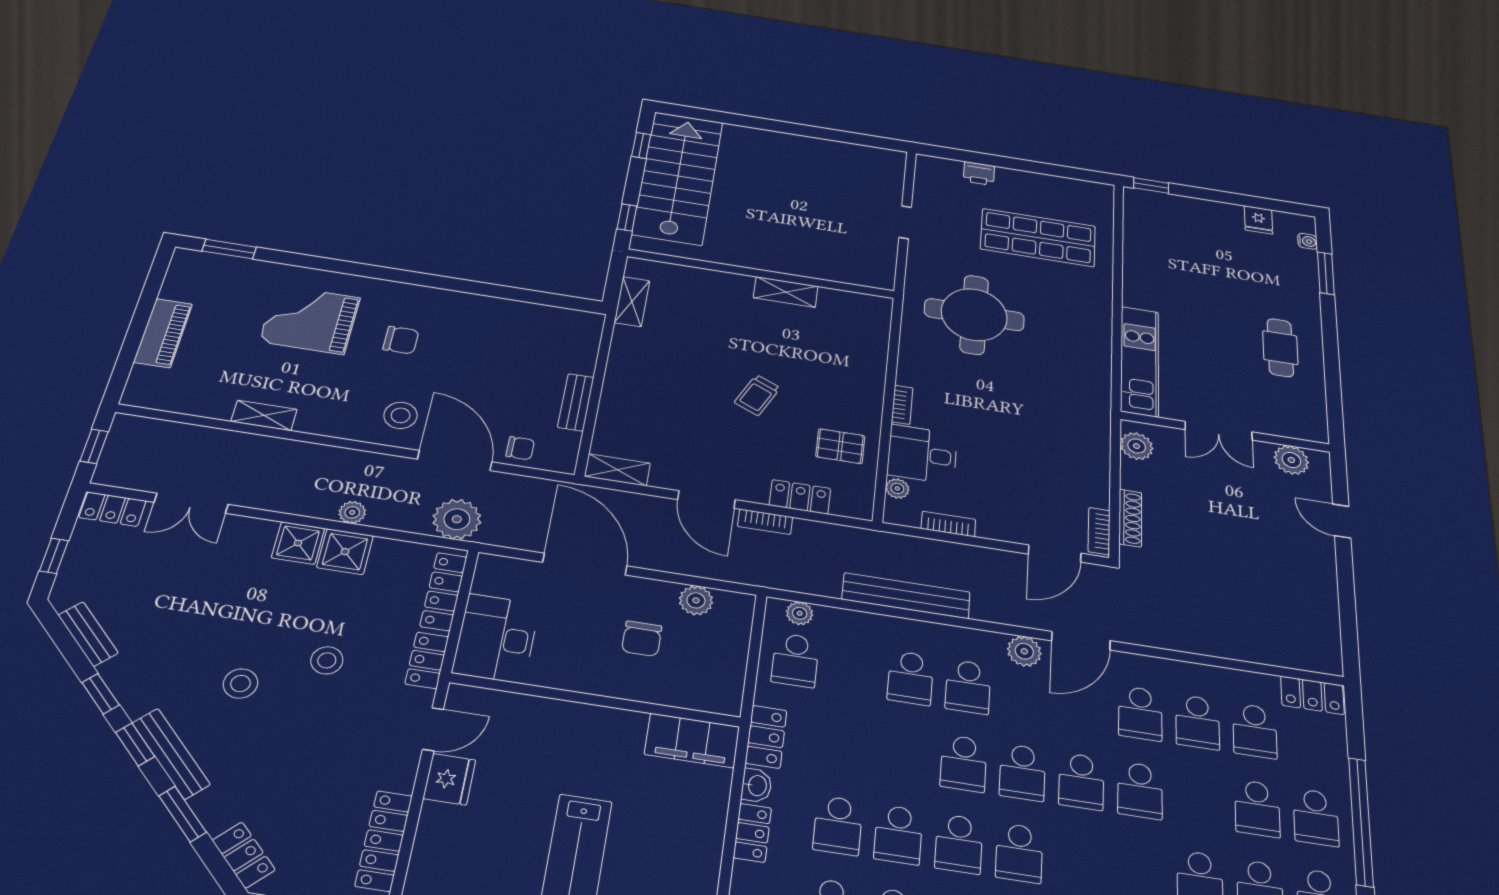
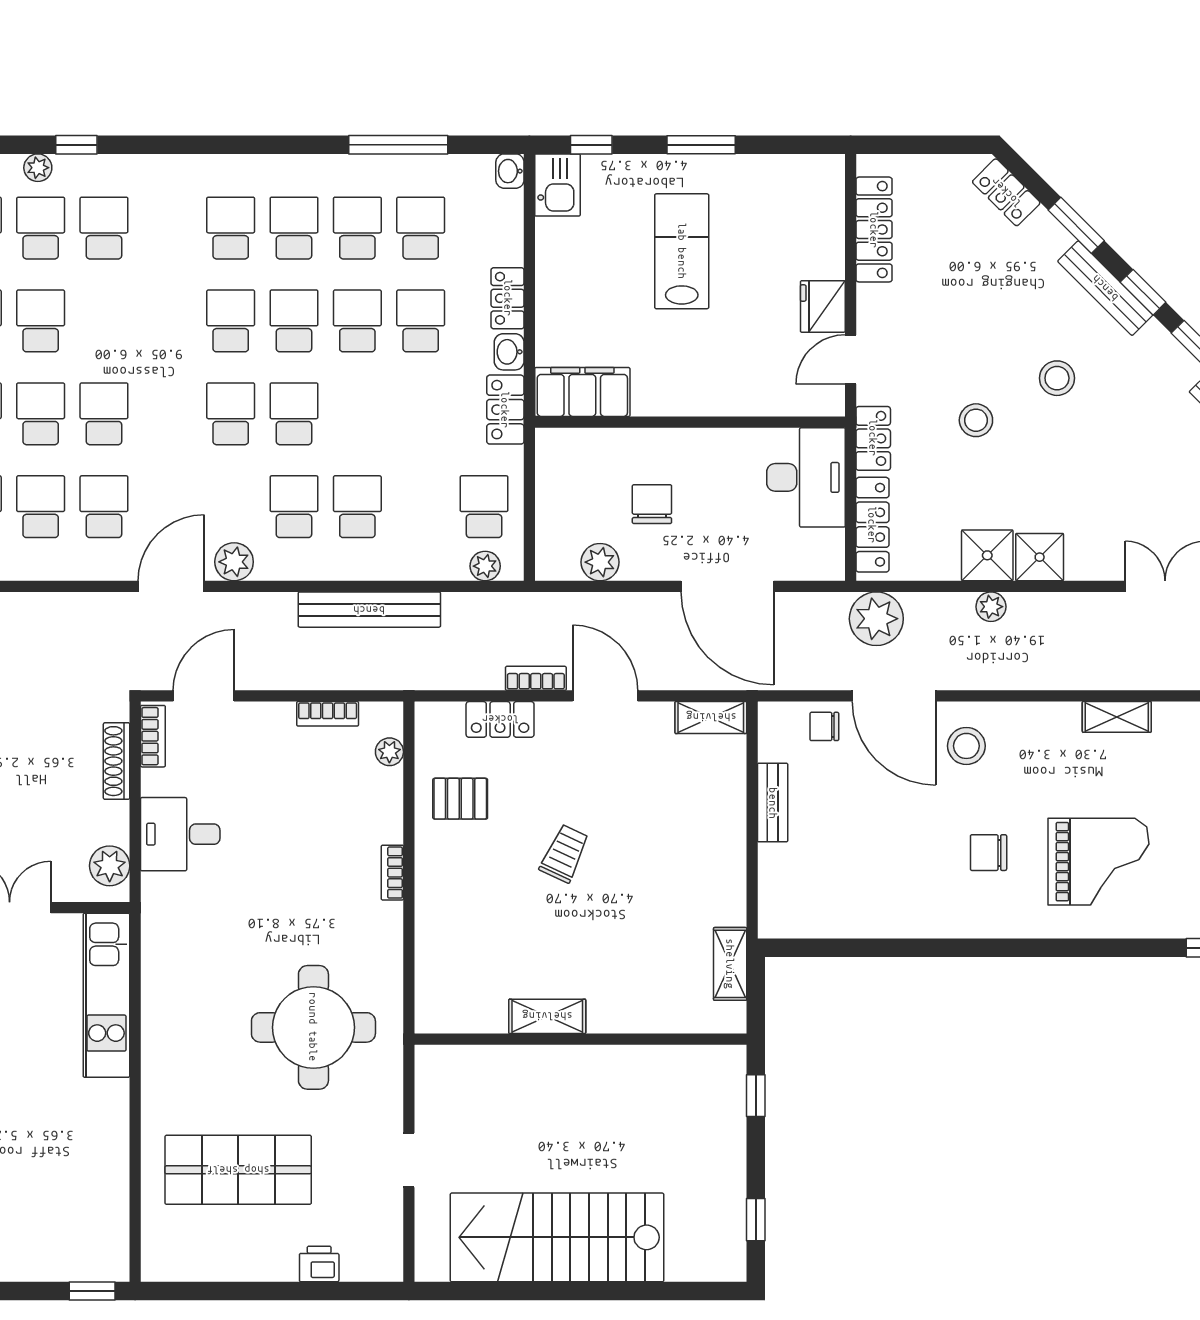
stairs: (678, 177) -> (557, 1237), moved, turned 90
desk: (922, 454) -> (180, 834), moved, turned 180
school desk: (1081, 781) -> (41, 414), moved

